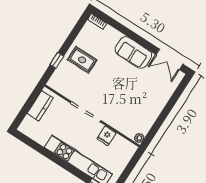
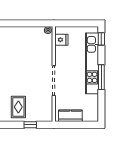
fridge: (107, 136) -> (61, 40), moved
window: (59, 161) -> (101, 77), added

